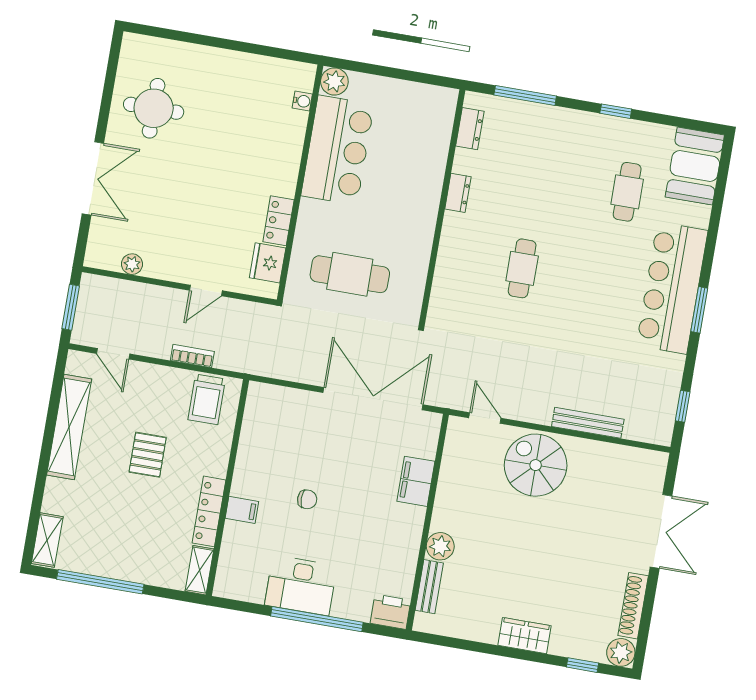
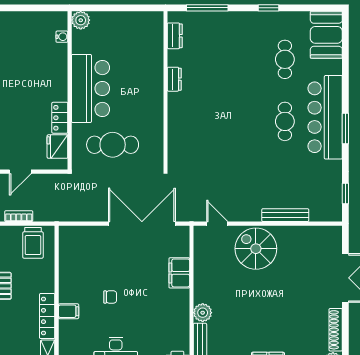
bar counter: (338, 150) -> (91, 88), moved
cafe table: (522, 268) -> (285, 121), moved

